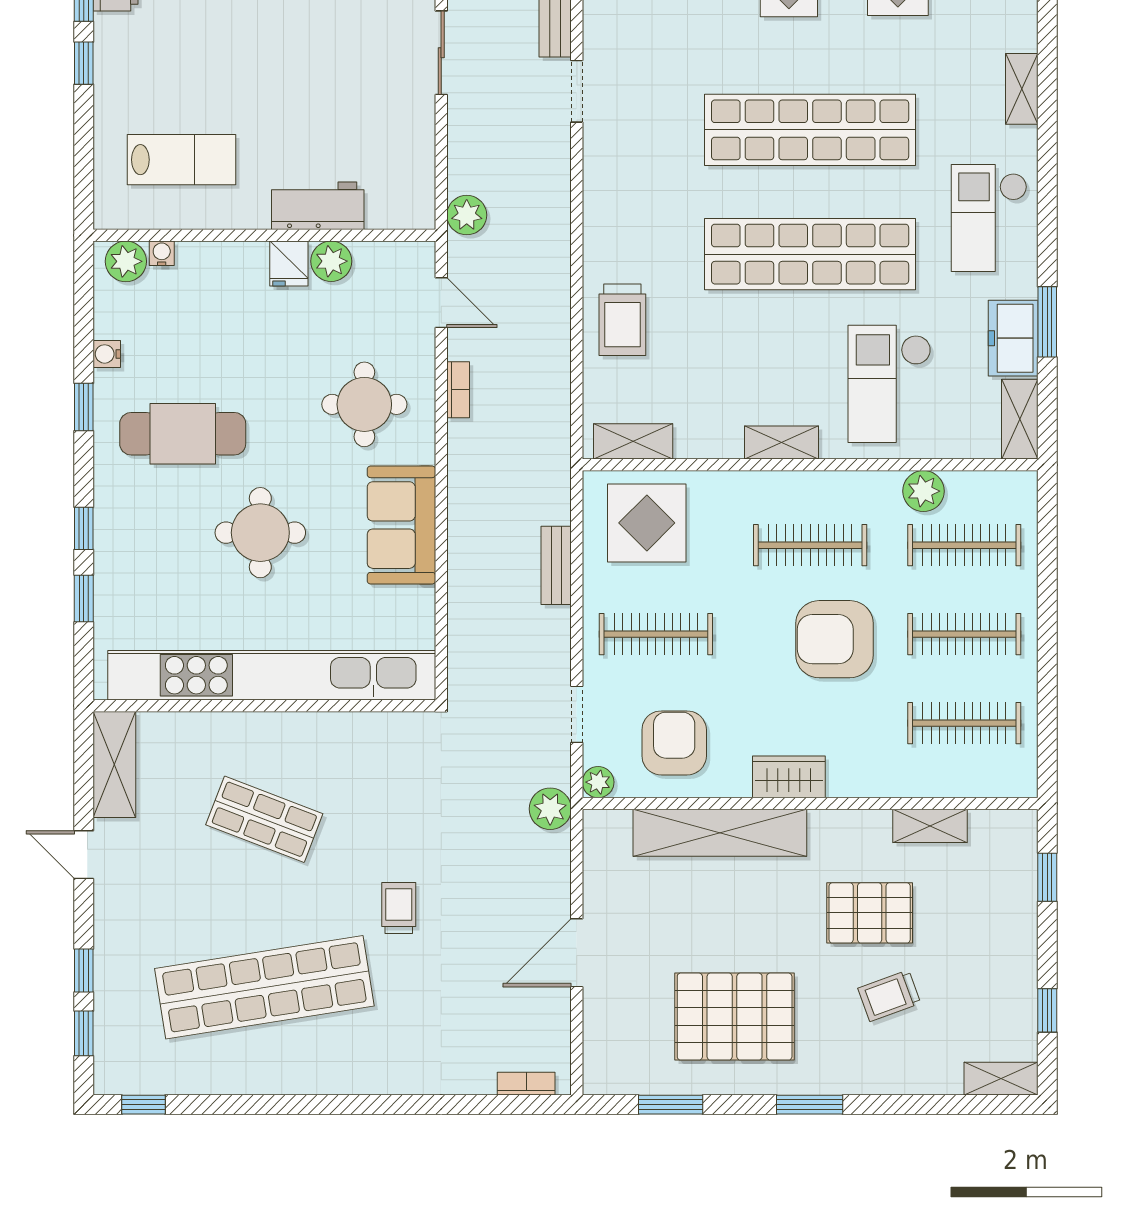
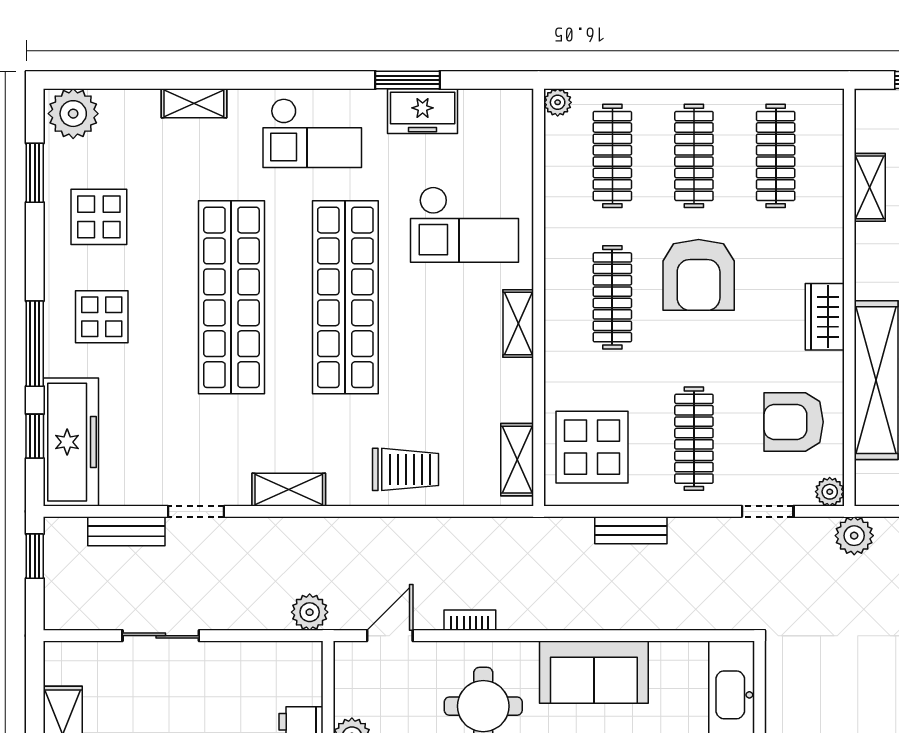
shelving: (1020, 419) -> (289, 490), moved
plant: (923, 491) -> (558, 102), moved, width x0.73, depth x0.73

